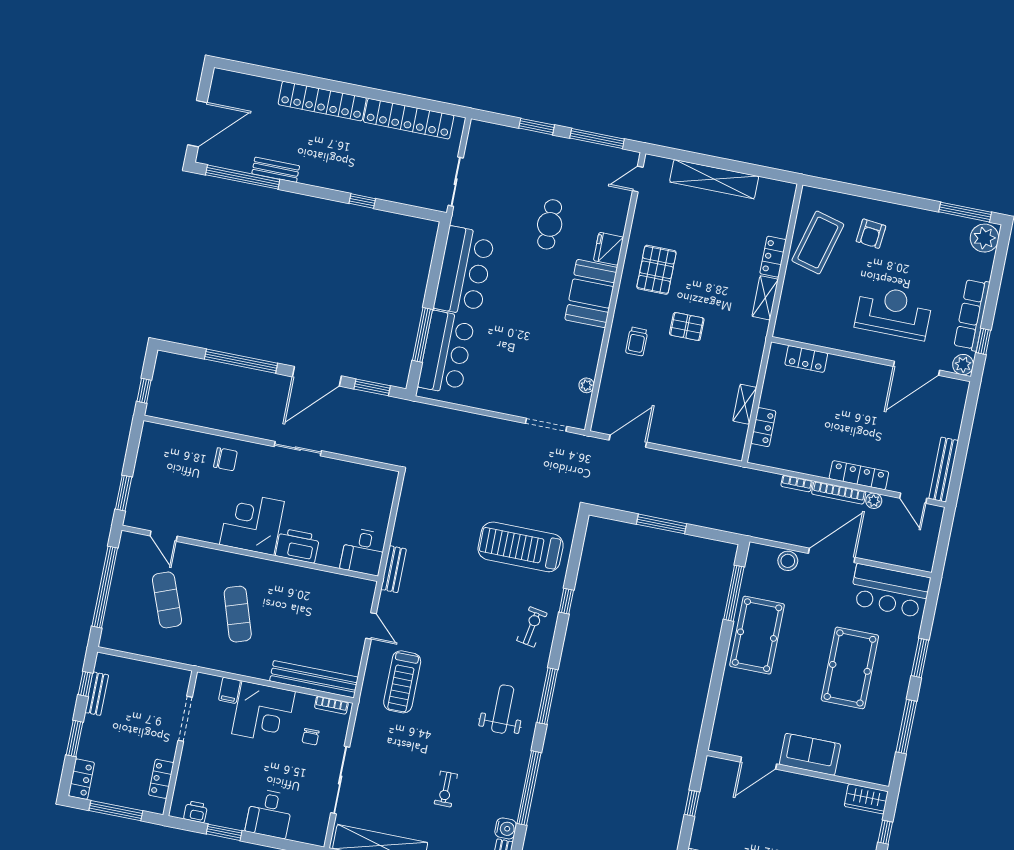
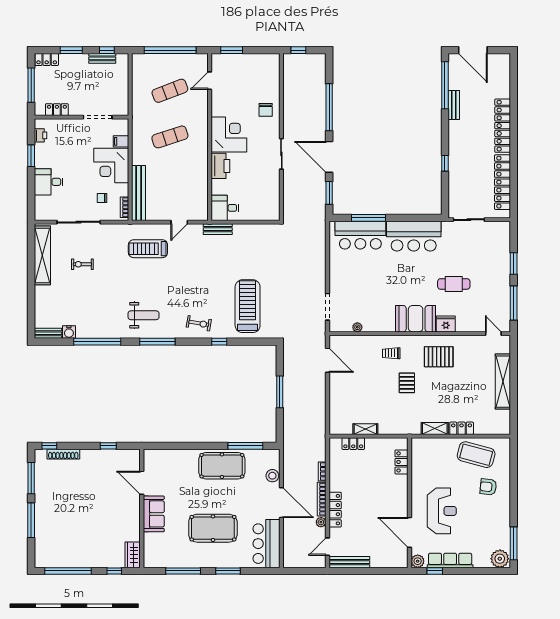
exercise bike: (446, 789) -> (82, 264), moved

